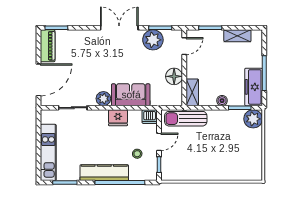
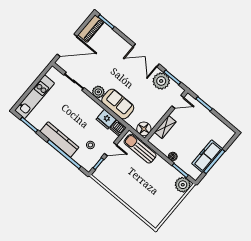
double door: (119, 28) -> (146, 55), swing flipped
shelving: (237, 36) -> (217, 123), removed
floor lamp: (174, 76) -> (144, 129), moved
freezer: (254, 87) -> (207, 156), moved
shelving: (192, 92) -> (165, 127), moved
fridge: (118, 118) -> (106, 119), moved

